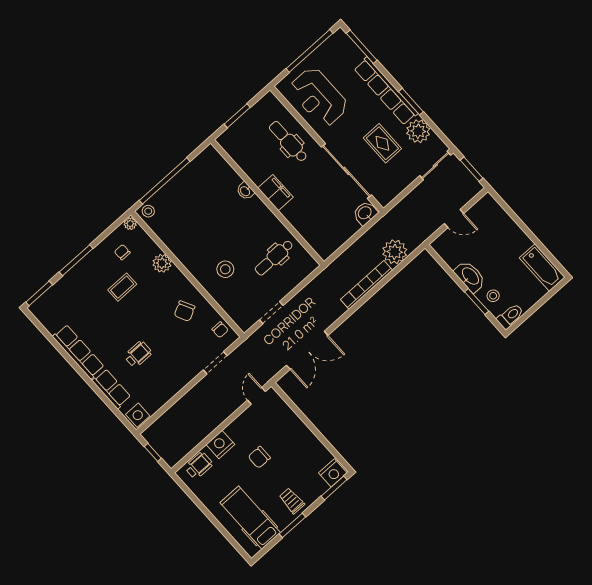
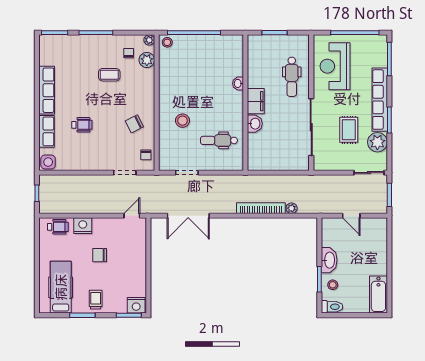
dental chair: (288, 142) -> (292, 77), turned 180
washbasin: (365, 213) -> (255, 124), moved, turned 90
plant: (395, 252) -> (292, 208), width x0.53, depth x0.53
plant: (162, 263) -> (147, 60), moved

